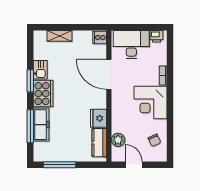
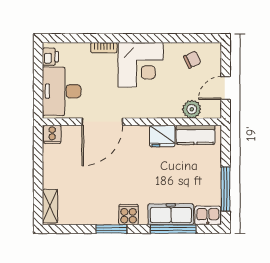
shelving: (60, 36) -> (50, 206), moved
kitchen sink: (40, 70) -> (208, 215), moved
cooker: (43, 94) -> (129, 215), width x0.53, depth x0.76

